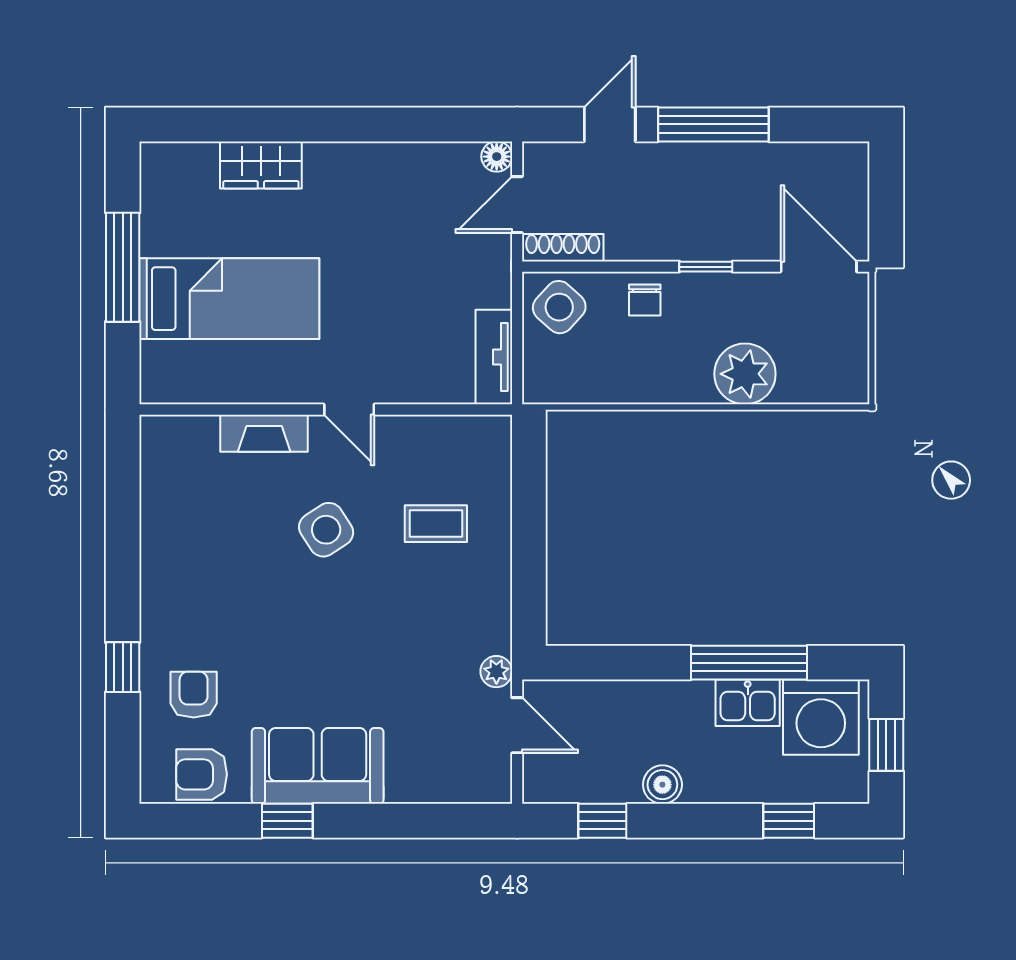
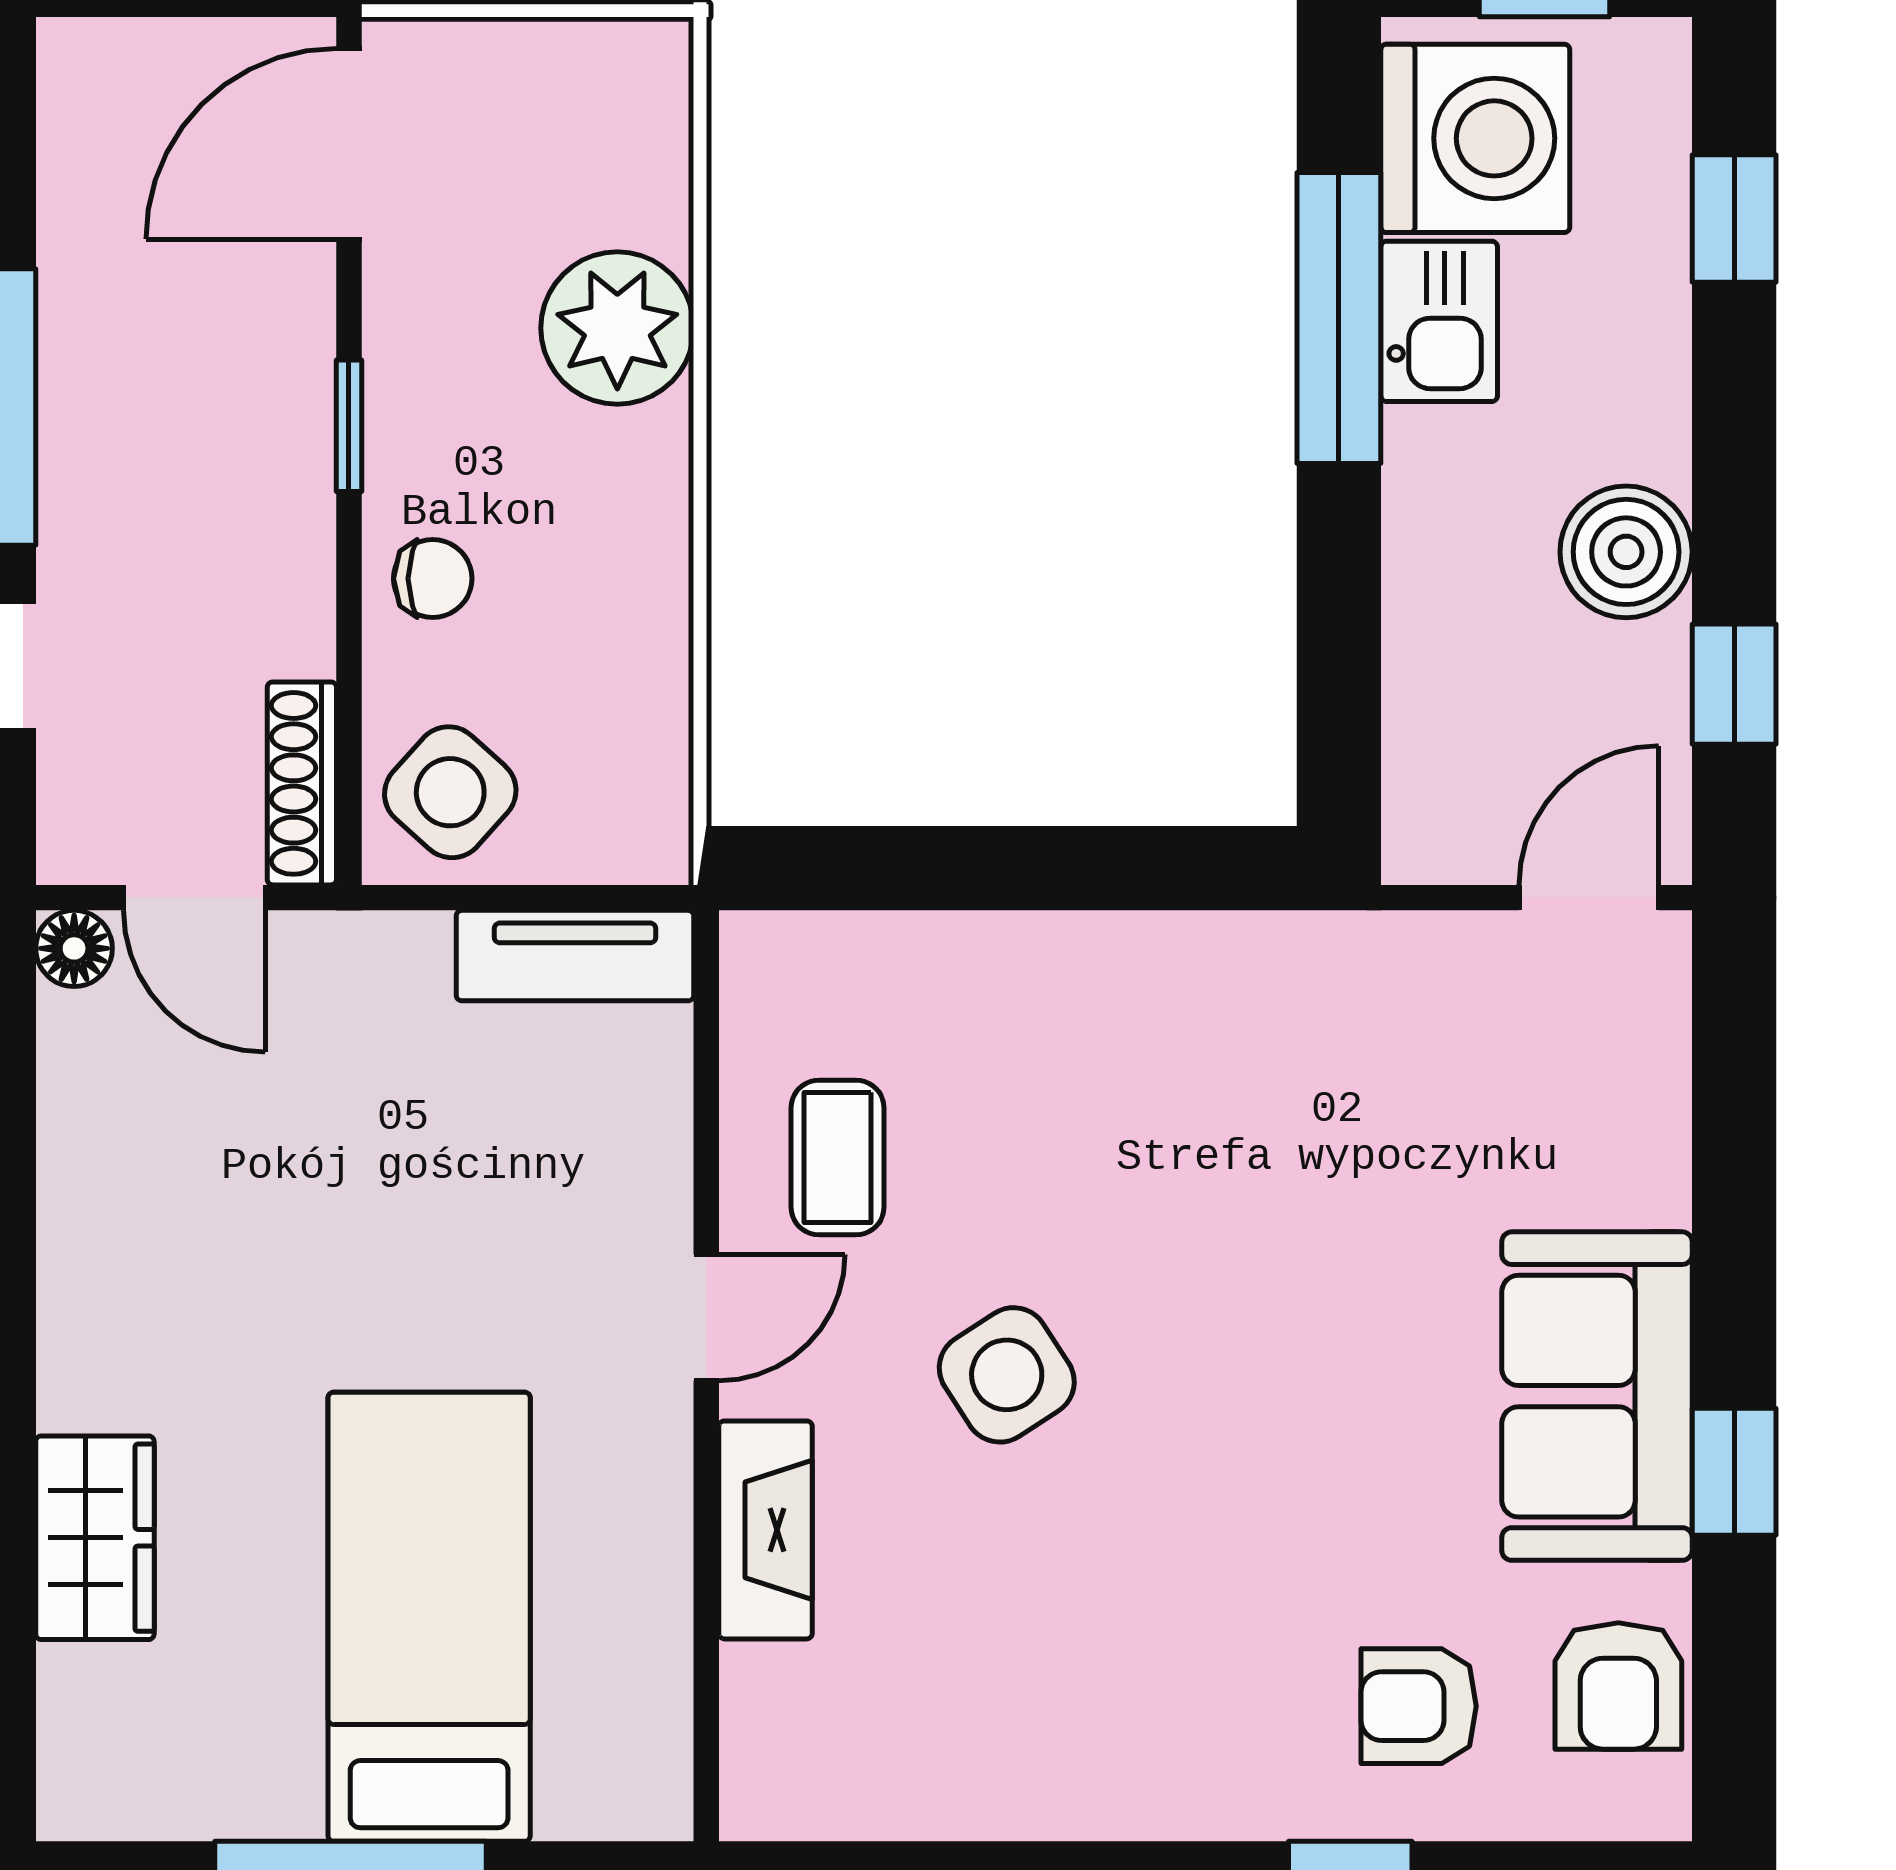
coffee table: (436, 524) -> (838, 1157), moved
plant: (496, 672) -> (1361, 950), removed
door: (517, 725) -> (1589, 898), moved
boiler: (662, 785) -> (1626, 552), width x1.36, depth x1.36

